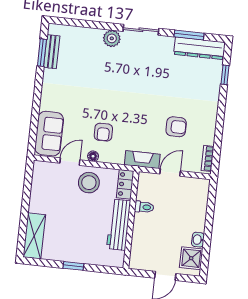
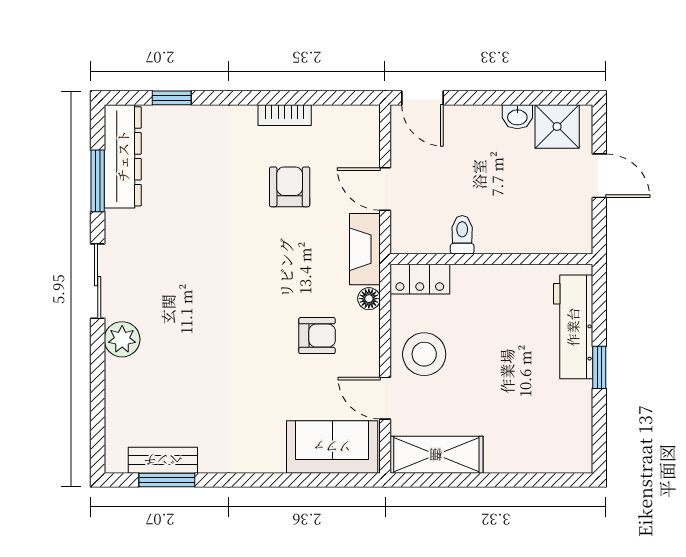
floor lamp: (93, 156) -> (369, 299), moved
bookcase: (208, 158) -> (285, 115), moved
door: (212, 195) -> (422, 98), added
workbench: (119, 225) -> (573, 327), moved, turned 90
shelving: (34, 236) -> (436, 455), moved

